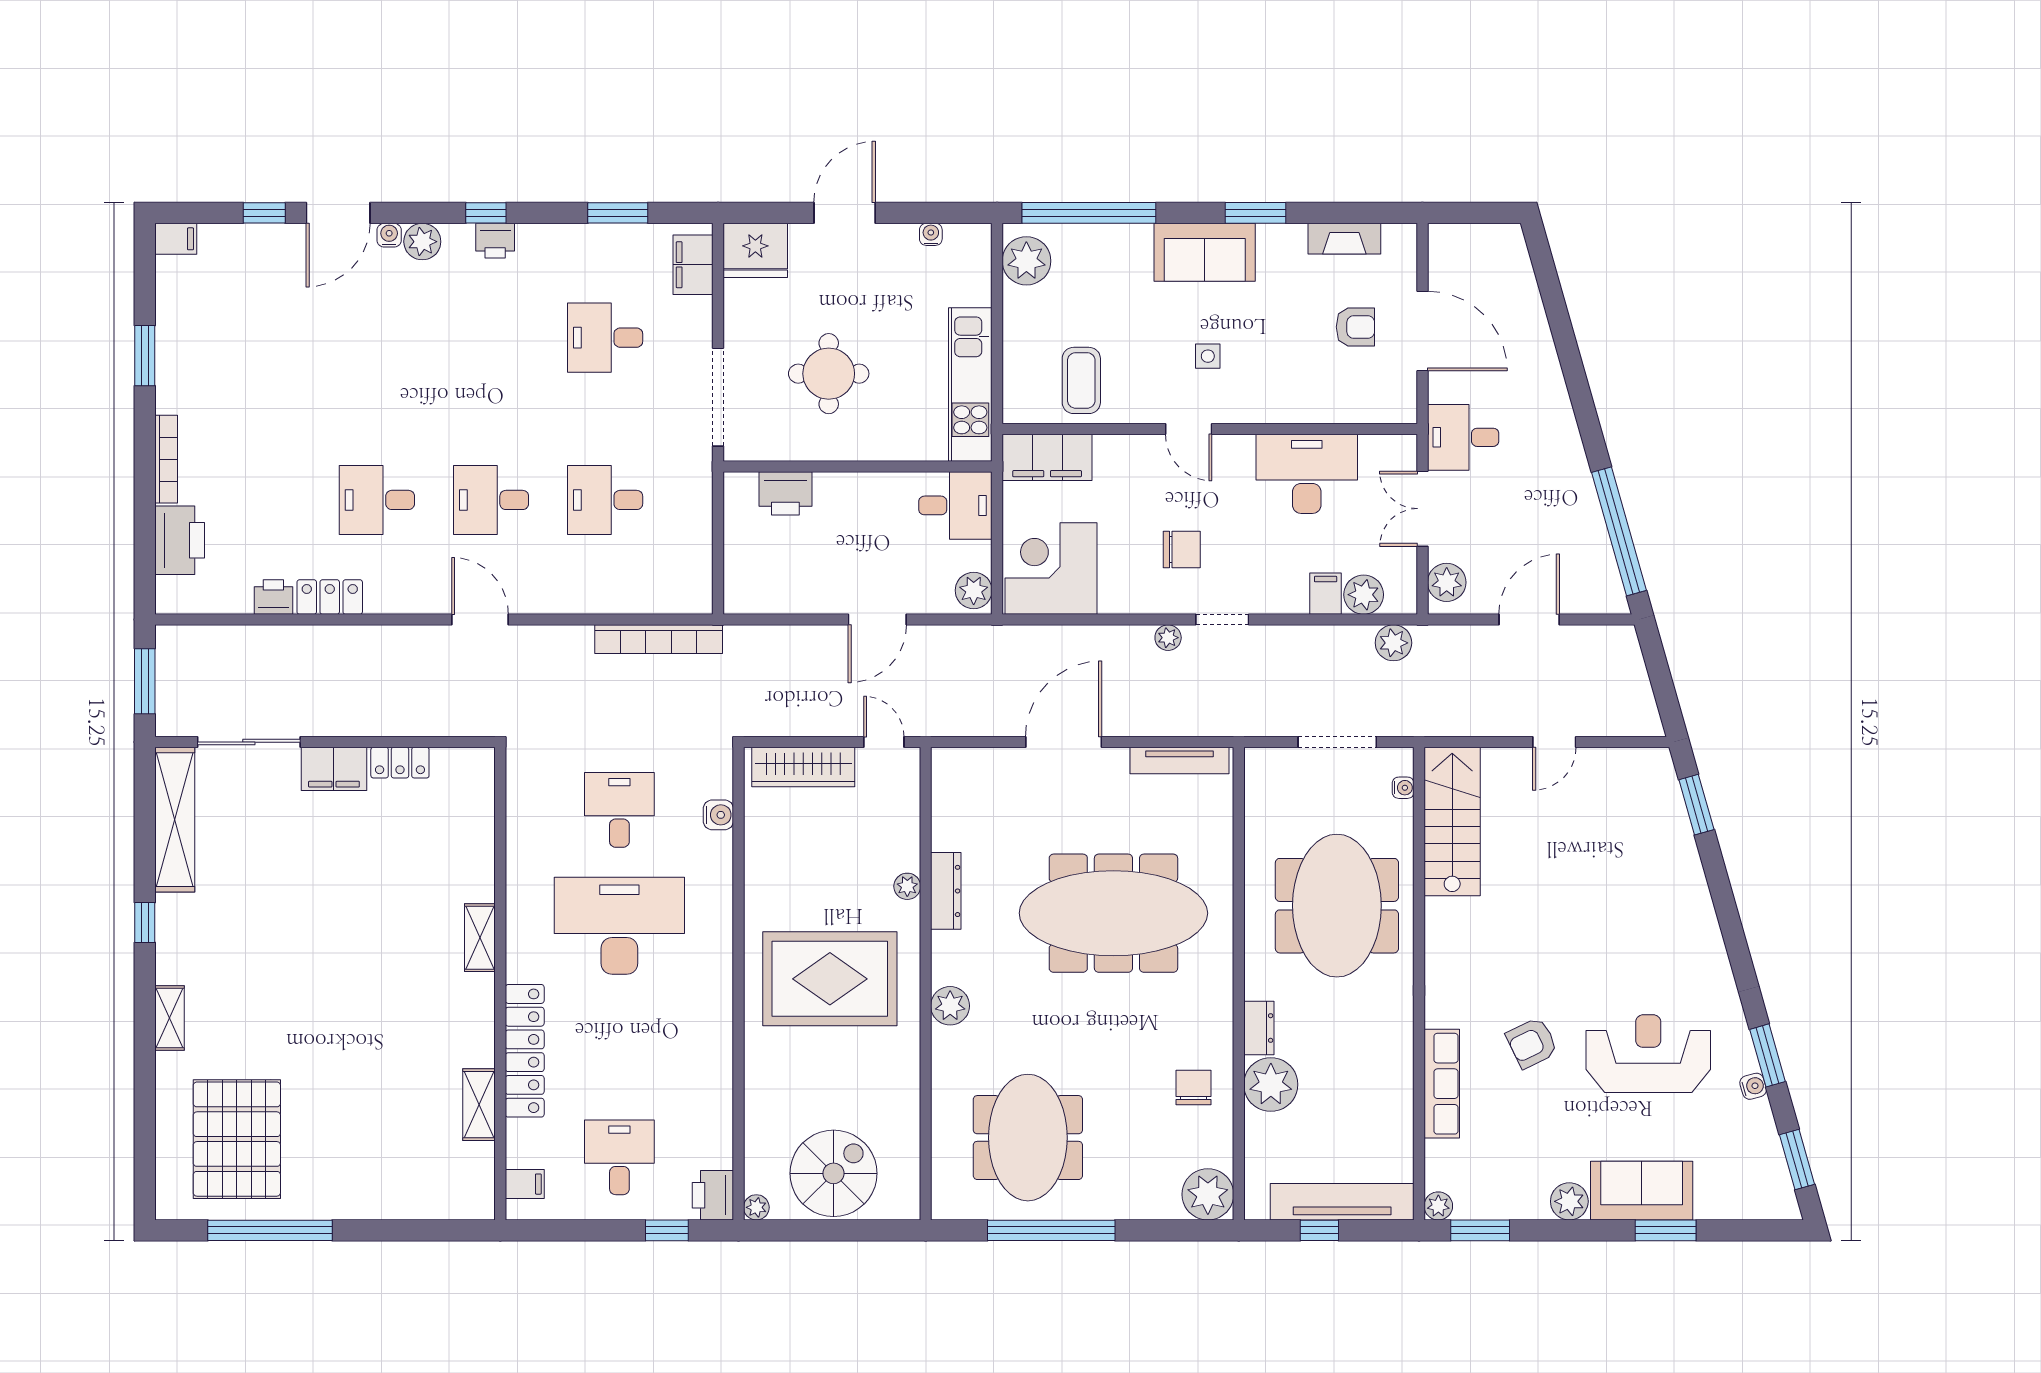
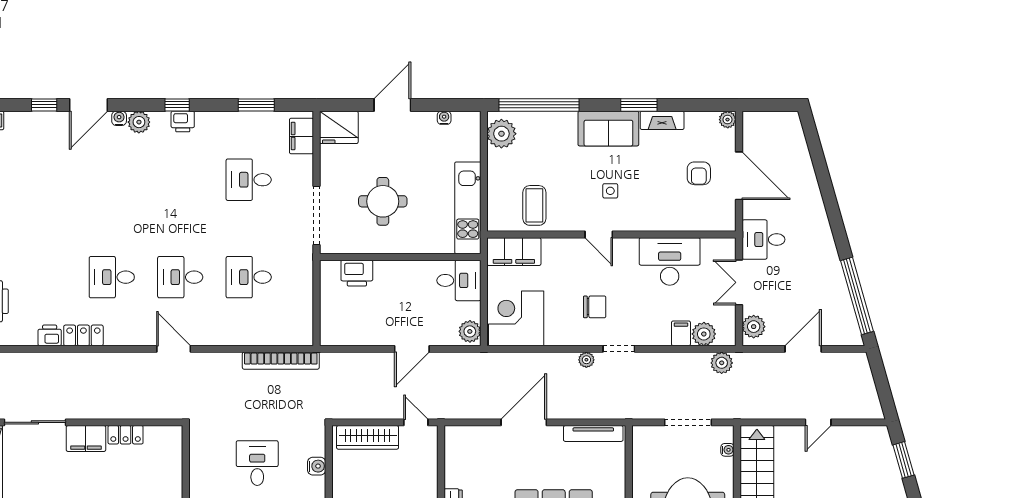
plant: (1403, 237) -> (728, 120), added
fireplace: (1344, 239) -> (662, 120), moved
armchair: (1355, 327) -> (699, 173), turned 90

